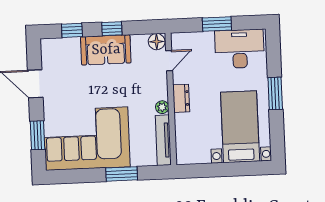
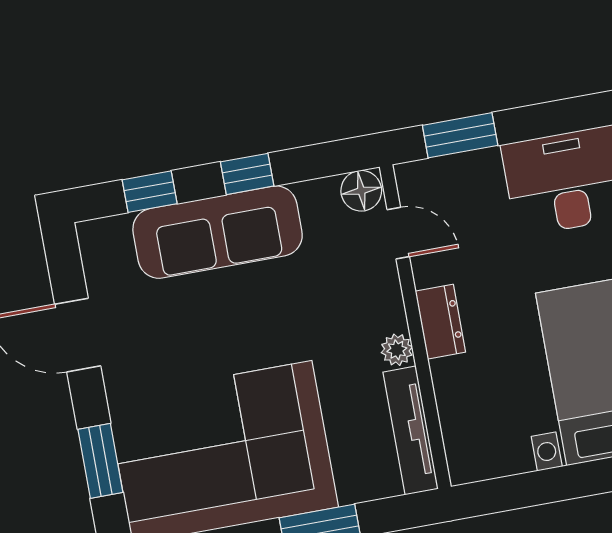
window: (217, 24) -> (460, 135), moved
sofa: (106, 50) -> (218, 232), width x1.36
door: (169, 61) -> (398, 233), hinge flipped

